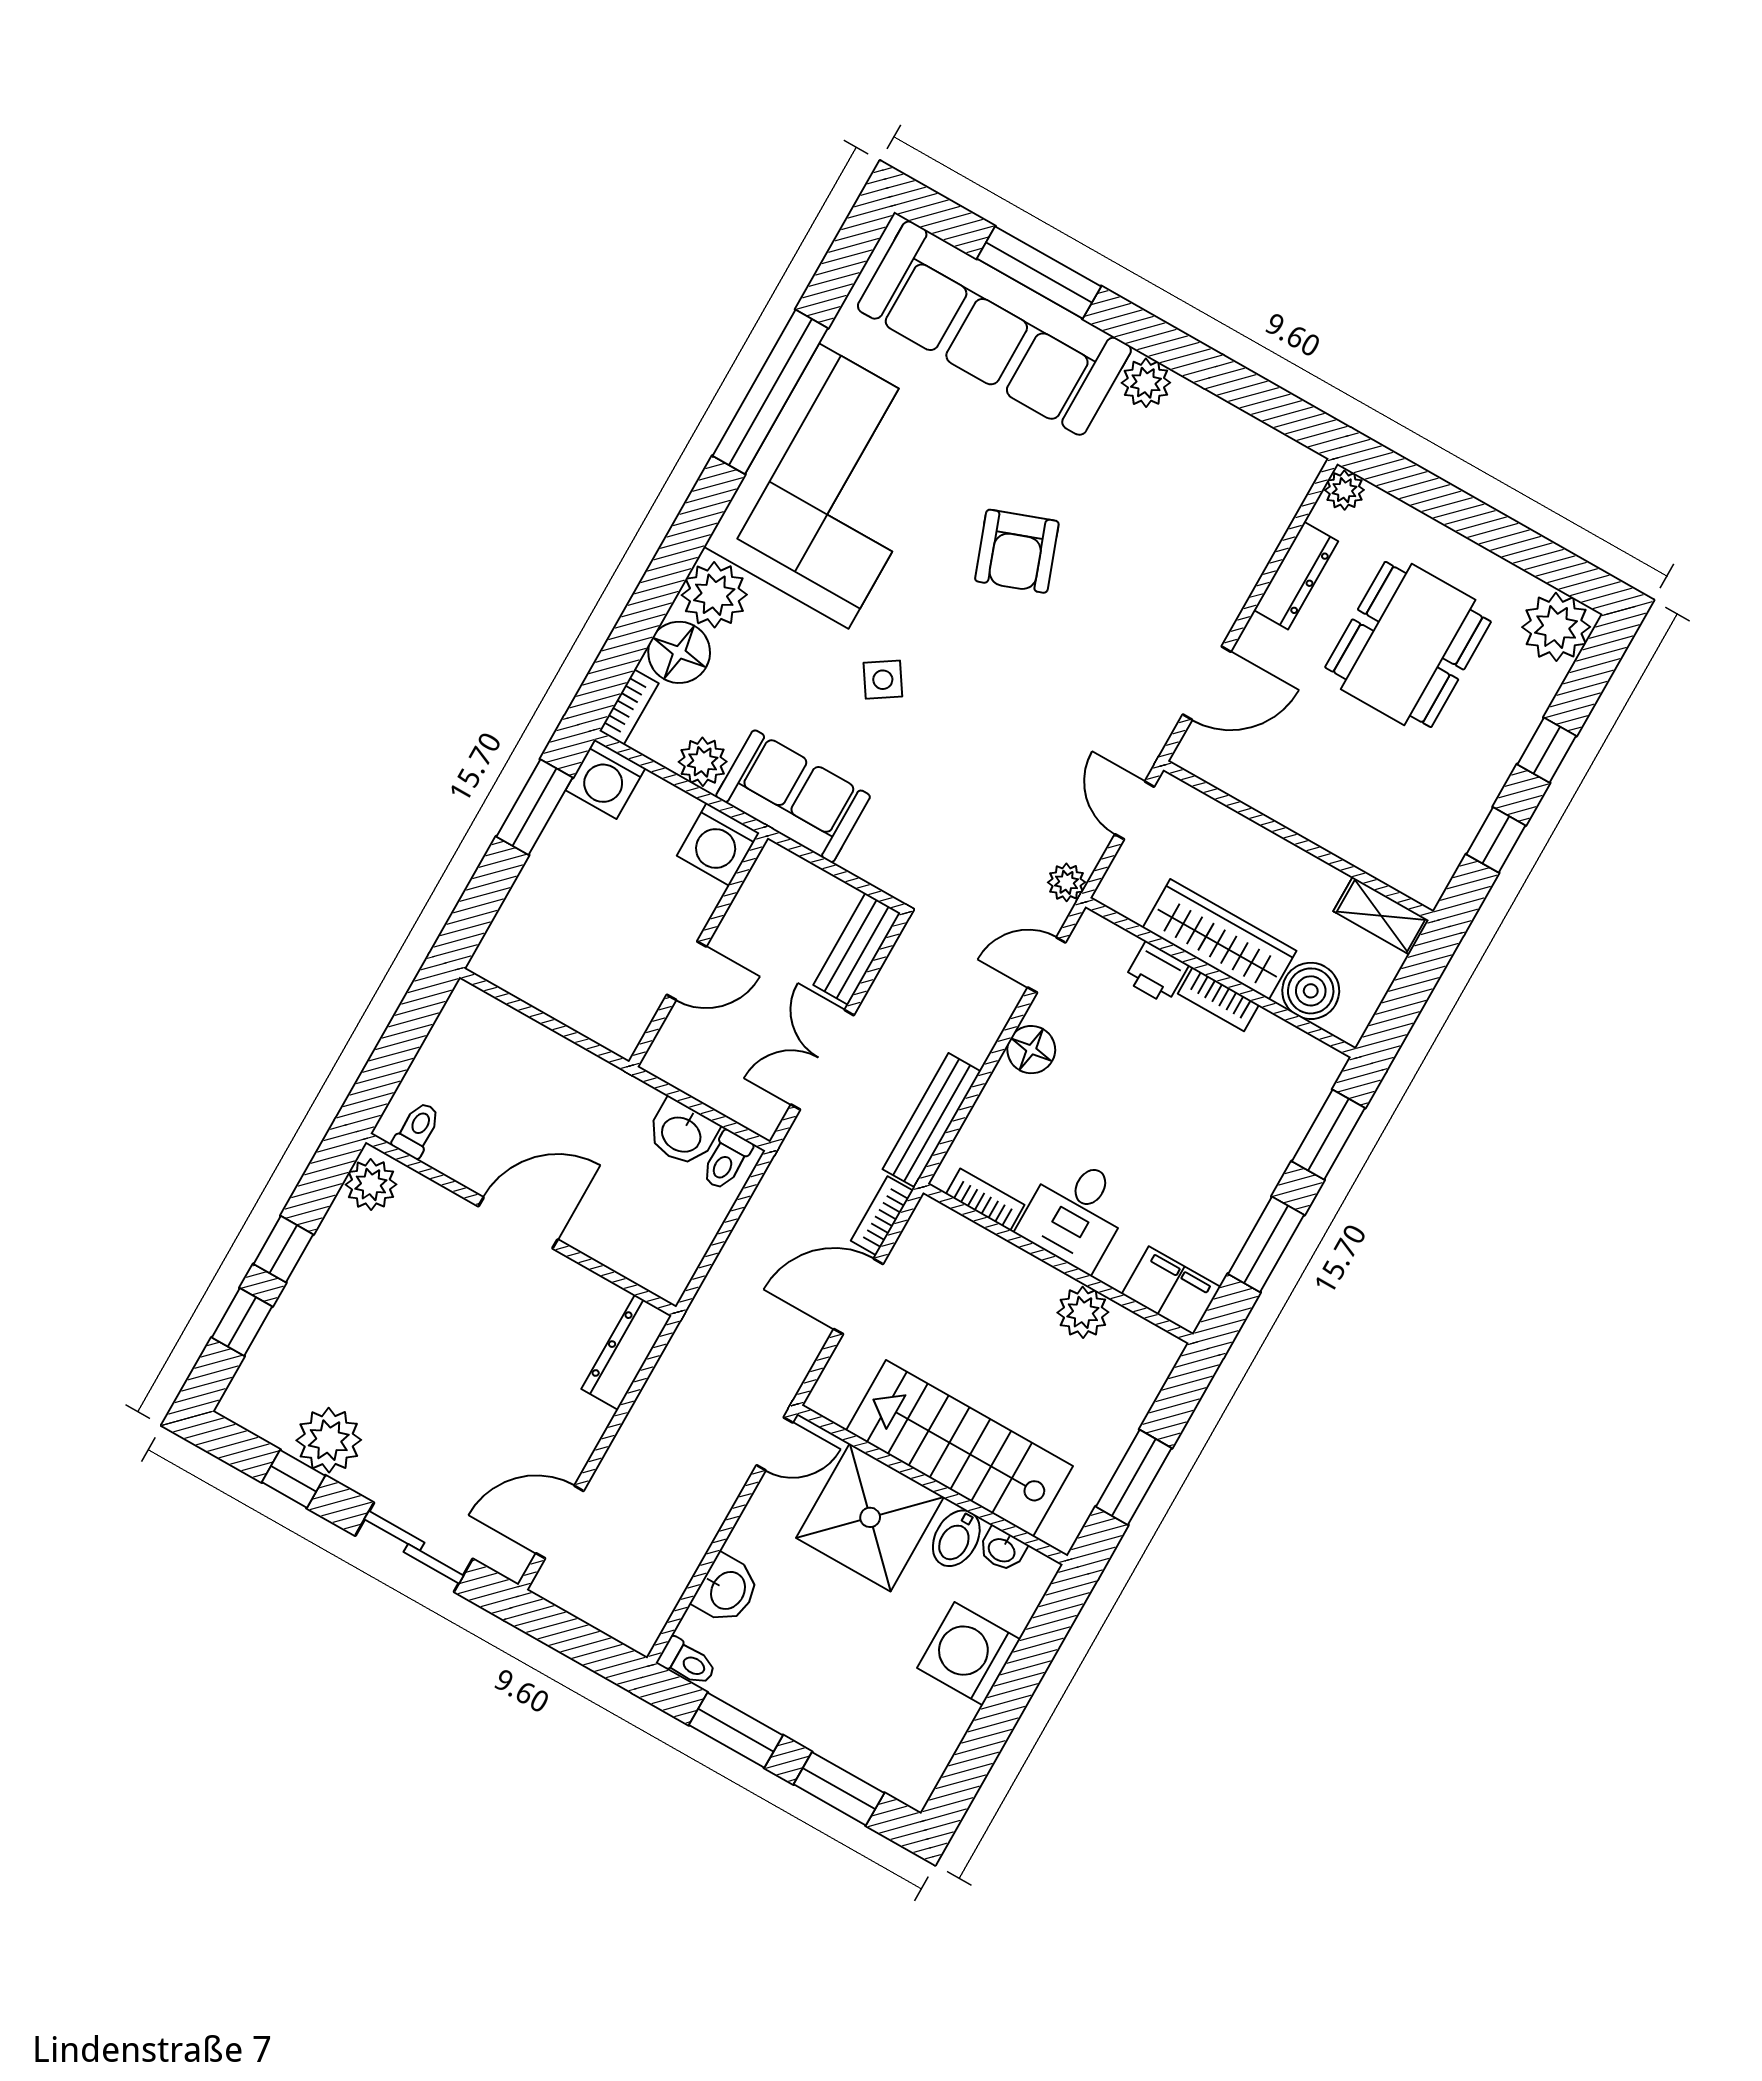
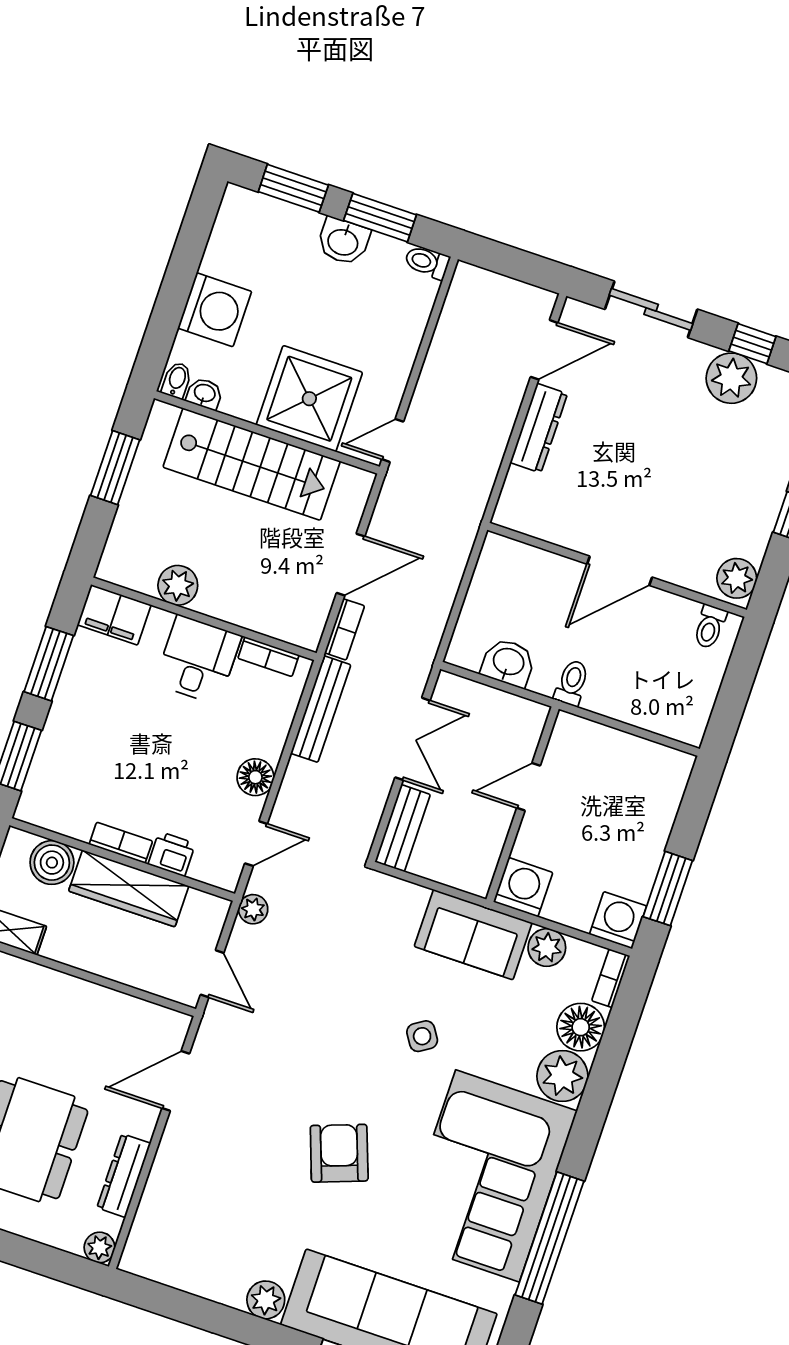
toilet: (726, 1160) -> (572, 683), moved
dresser: (626, 1352) -> (539, 428), moved
bidet: (956, 1538) -> (177, 380), moved, width x0.72, depth x0.74
washbasin: (727, 1590) -> (343, 241), moved, turned -90

